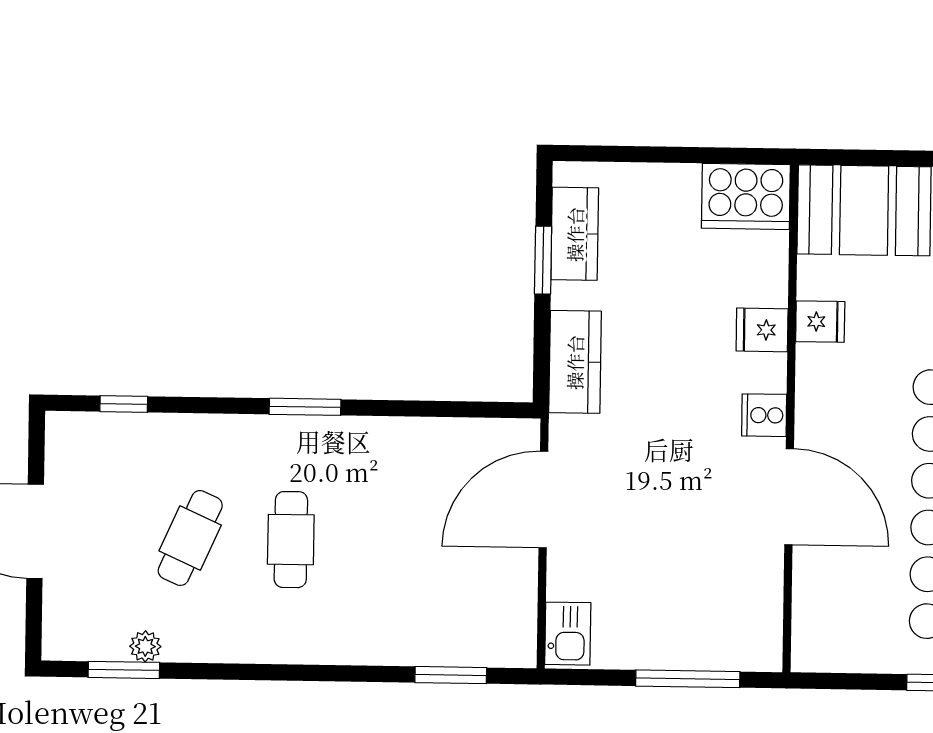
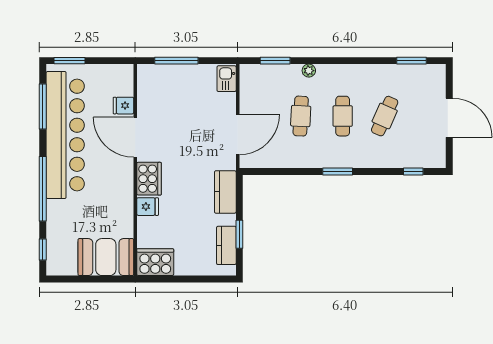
fridge: (820, 322) -> (123, 106), moved
cooker: (764, 415) -> (149, 179), width x1.87, depth x1.31
cafe table: (392, 541) -> (301, 116), added
plant: (145, 646) -> (309, 71), moved

